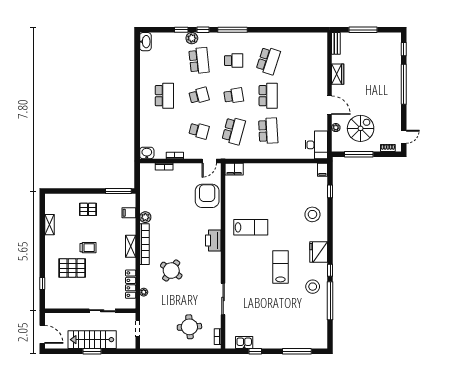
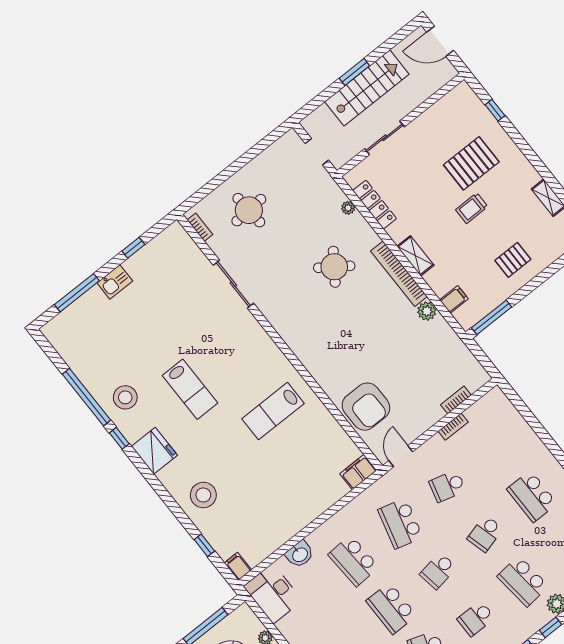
washbasin: (147, 153) -> (300, 554), moved
printer: (213, 240) -> (310, 353), removed
kitchen sink: (244, 343) -> (115, 282), moved

